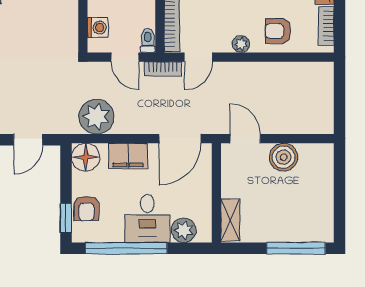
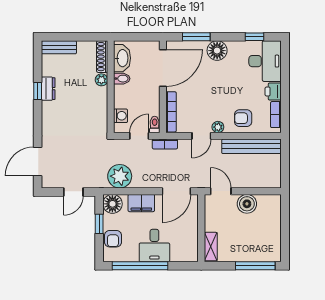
door: (125, 57) -> (139, 136), swing flipped
door: (198, 57) -> (201, 136), moved
bench: (290, 73) -> (251, 146), added
window: (66, 218) -> (99, 224), moved
plant: (184, 230) -> (179, 253), removed

